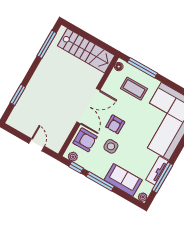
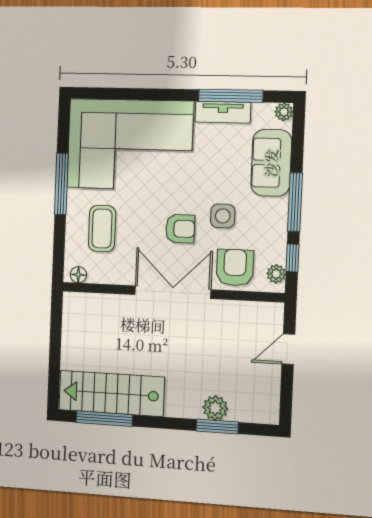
stairs: (86, 51) -> (111, 393), moved, turned -90
window: (142, 68) -> (61, 184), moved
plant: (27, 98) -> (215, 408), added

